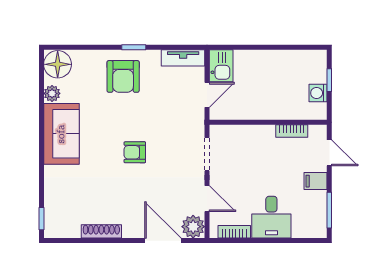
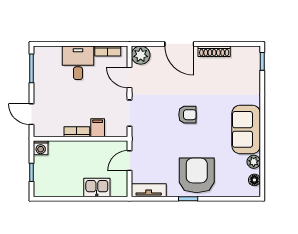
floor lamp: (58, 64) -> (254, 180), width x0.53, depth x0.53
kitchen sink: (221, 66) -> (97, 187), moved, turned 90
armchair: (123, 76) -> (197, 175), width x1.36, depth x1.36
washing machine: (318, 93) -> (41, 148), moved, turned 90
bookcase: (292, 131) -> (77, 132), moved
filing cabinet: (316, 181) -> (98, 128), moved, turned -90
door: (163, 241) -> (179, 44), moved

